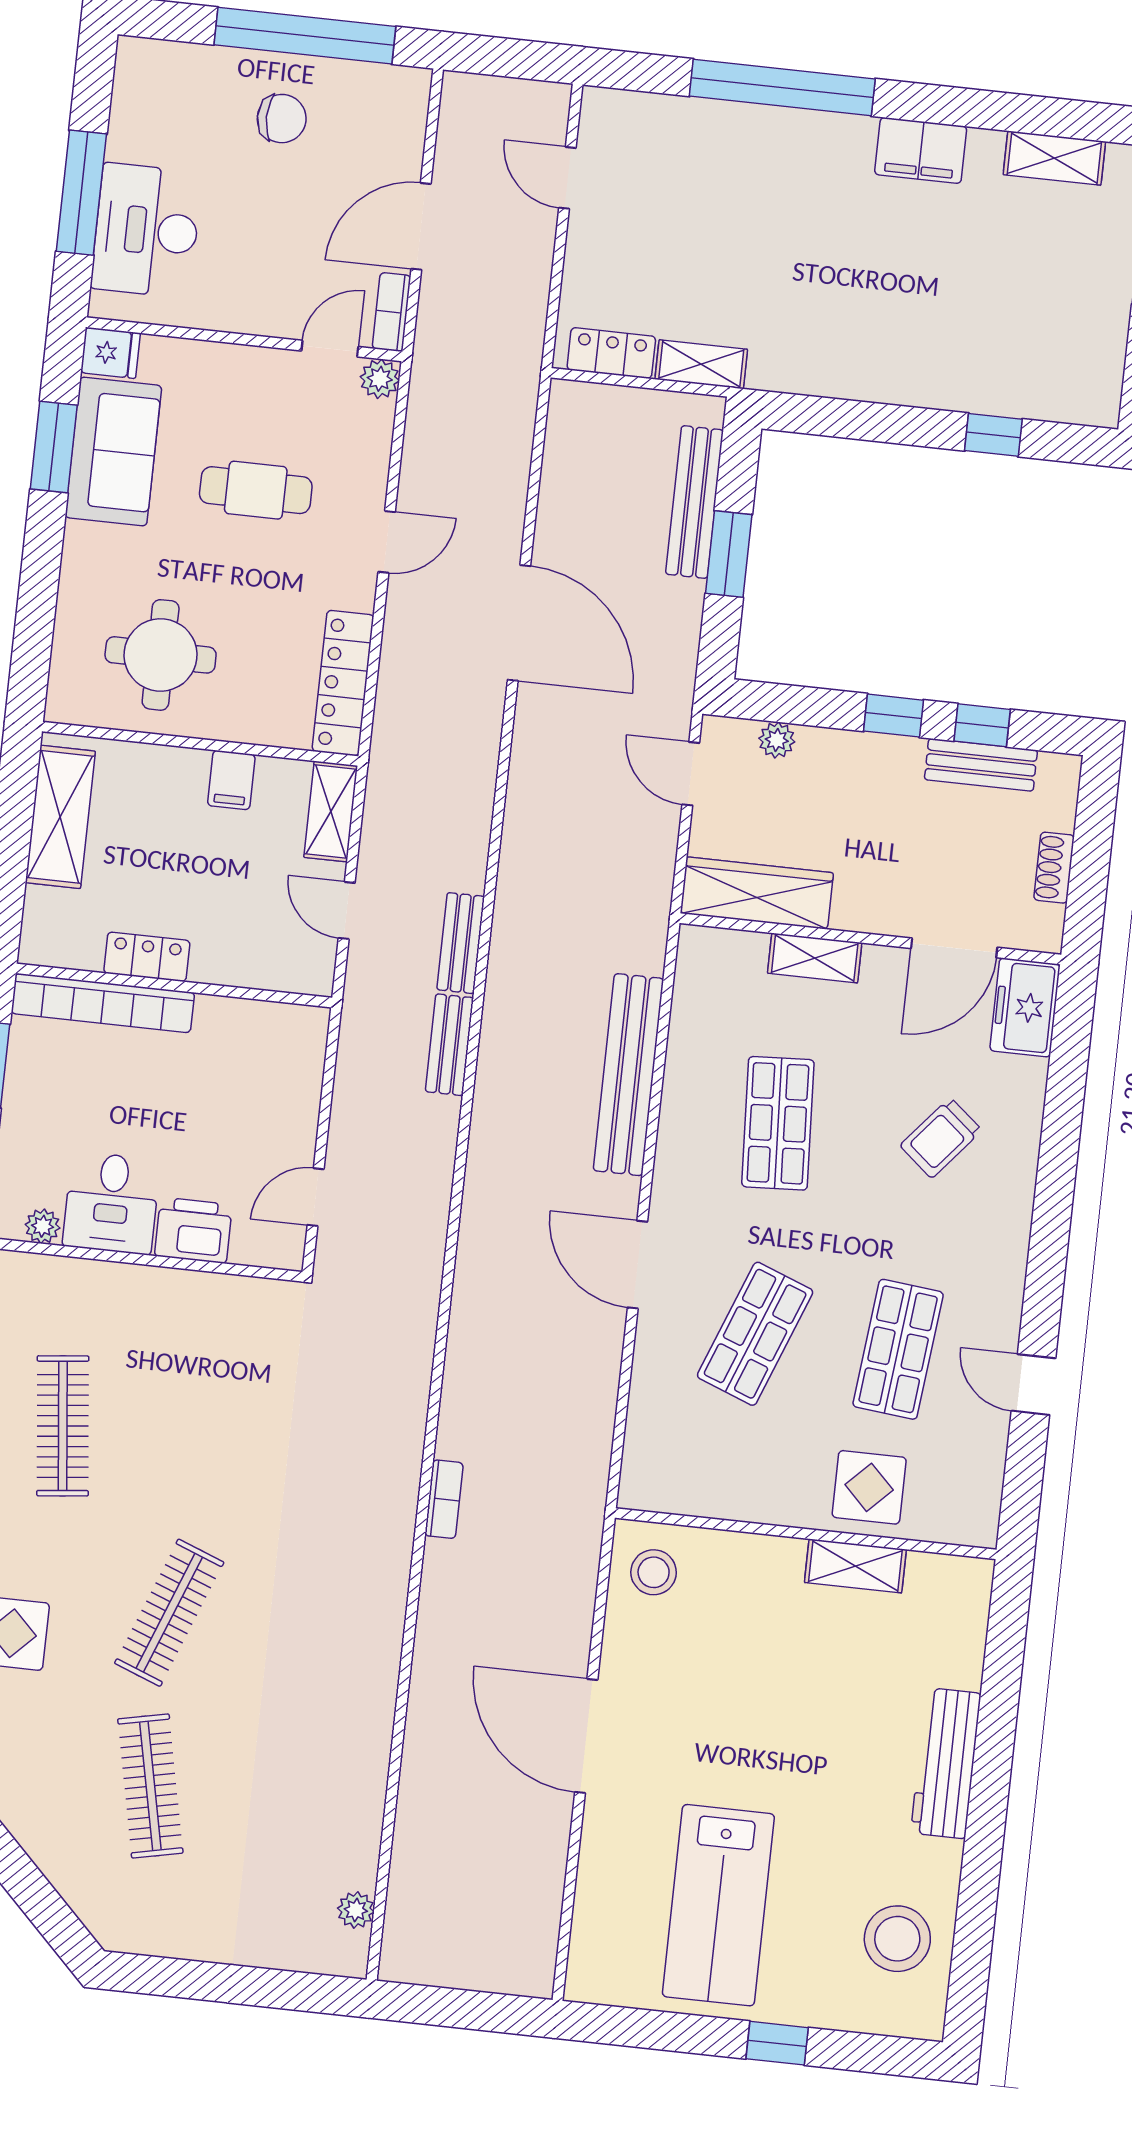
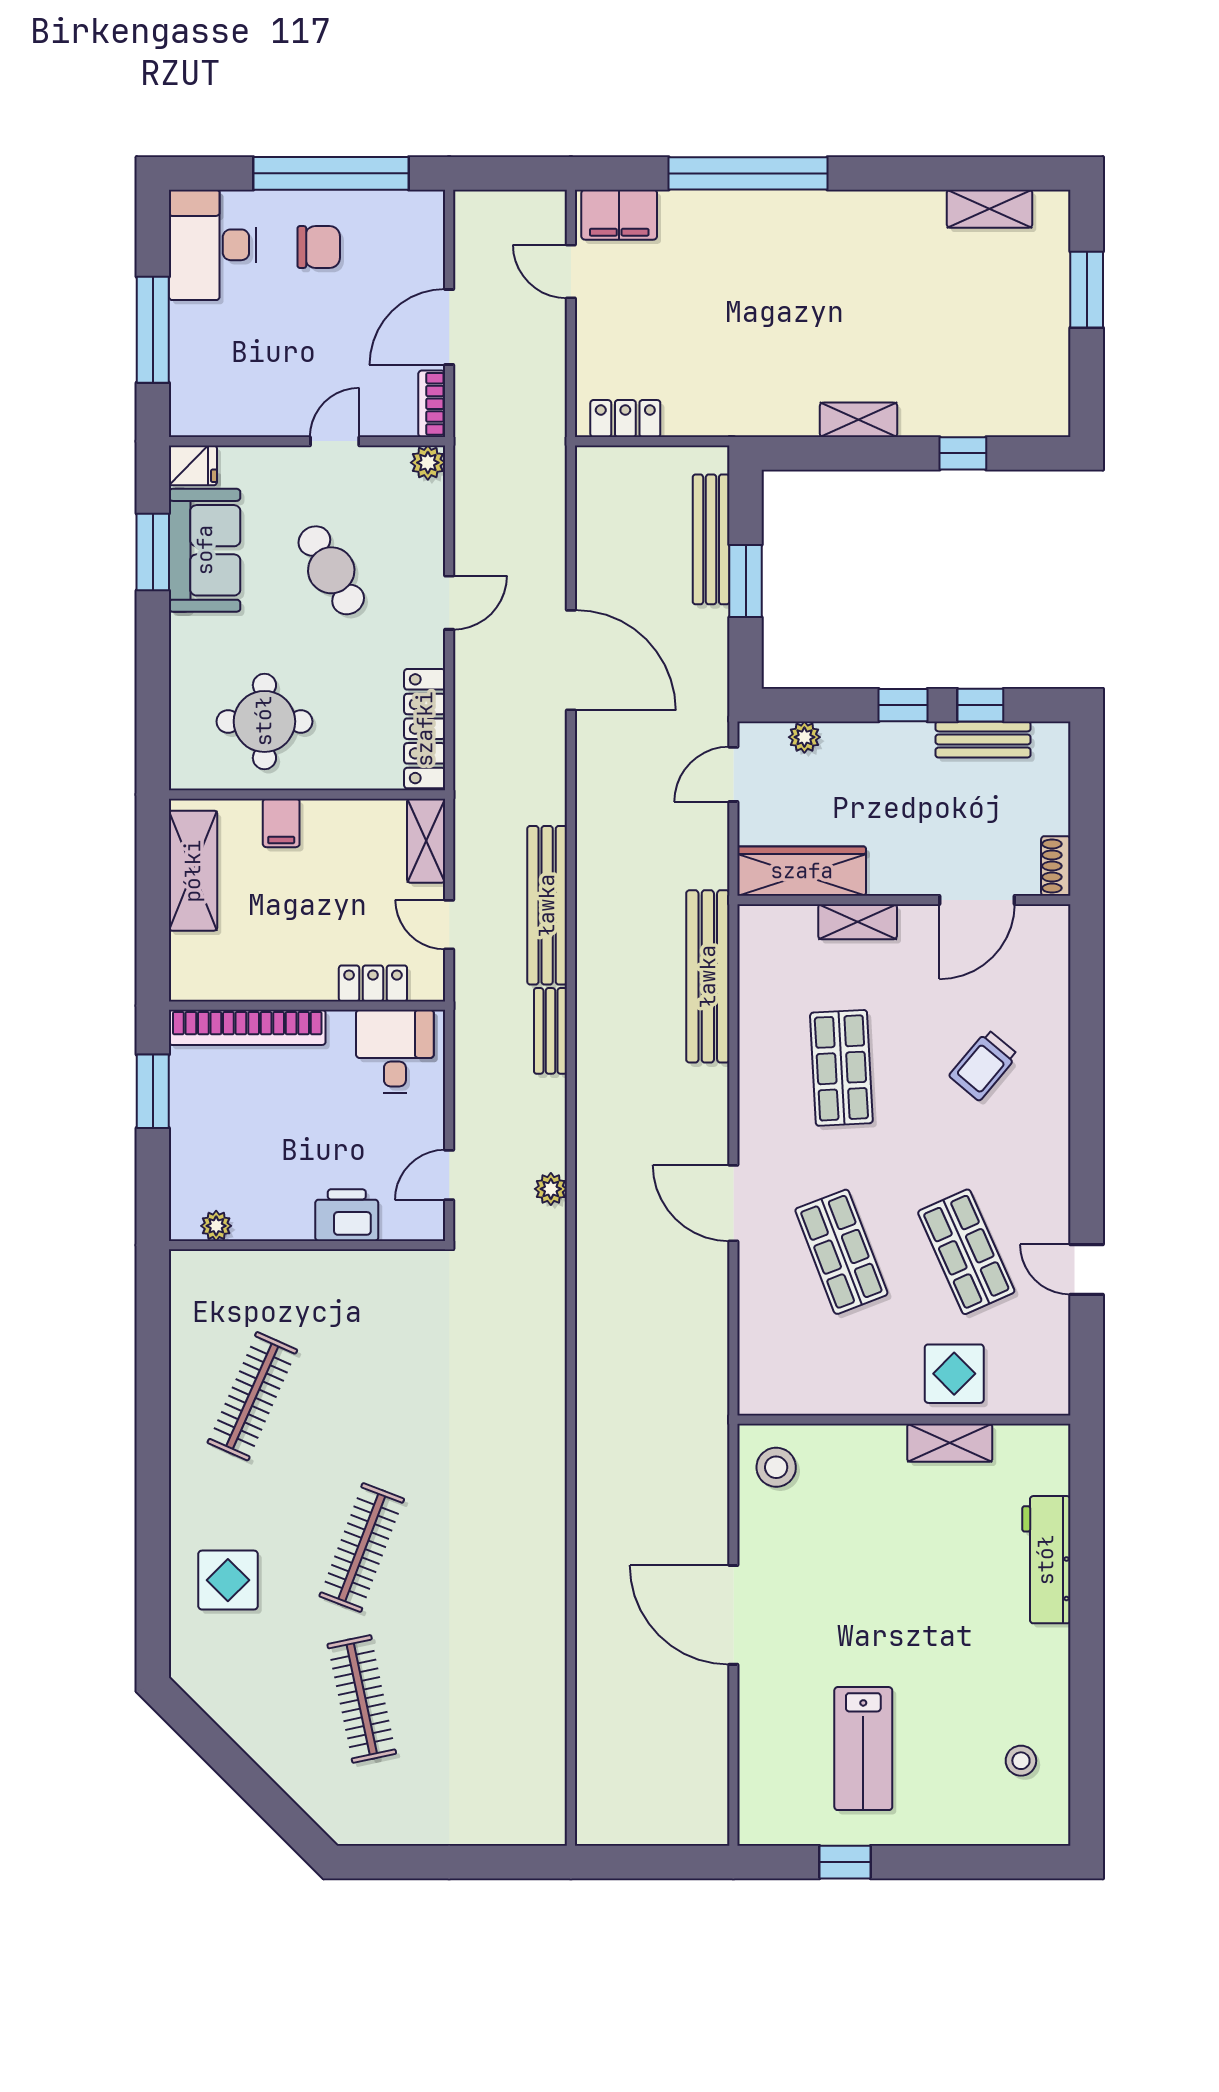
filing cabinet: (921, 150) -> (619, 215), moved
desk: (146, 230) -> (212, 245), moved
door: (330, 349) -> (335, 441), moved
shelving: (701, 364) -> (859, 420), moved
cafe table: (256, 490) -> (331, 570), turned 60
door: (691, 774) -> (733, 774), hinge flipped
filing cabinet: (231, 780) -> (281, 823), moved
shoe rack: (1054, 868) -> (1056, 866), moved
bench: (461, 943) -> (547, 905), width x1.86, depth x1.21
locker: (147, 957) -> (373, 983), moved
freezer: (1025, 1007) -> (1044, 945), removed
bench: (628, 1075) -> (708, 976), moved
desk: (111, 1203) -> (395, 1051), moved, turned 180
shop shelf: (755, 1334) -> (841, 1252), turned -42
shop shelf: (898, 1349) -> (966, 1252), turned -30
clothes rail: (63, 1426) -> (252, 1396), turned 30
bookcase: (444, 1499) -> (588, 1424), removed
workbench: (946, 1763) -> (1046, 1560), moved
lab bench: (718, 1905) -> (863, 1749), width x0.73, depth x0.72
plant: (356, 1910) -> (551, 1189), moved
stool: (897, 1939) -> (1021, 1761), width x0.53, depth x0.53
window: (777, 2043) -> (845, 1862), moved

